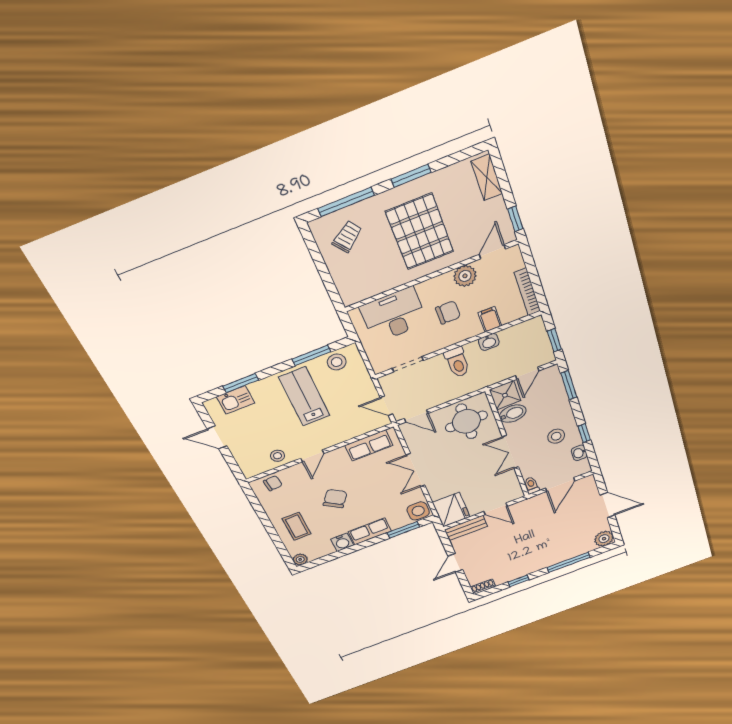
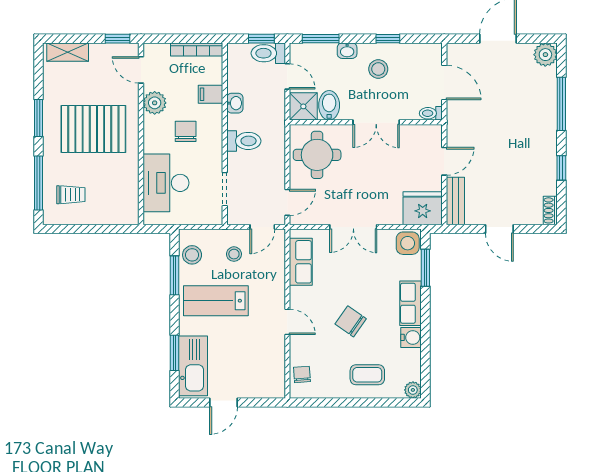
trolley: (347, 237) -> (71, 195), turned 127
toilet: (543, 351) -> (268, 53), added
kitchen sink: (236, 400) -> (193, 366), width x1.87, depth x1.24
washbasin: (579, 453) -> (347, 51), moved
stool: (277, 456) -> (234, 254), moved

